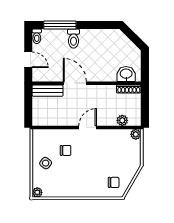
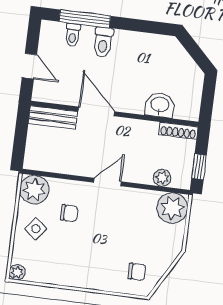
toilet: (37, 36) -> (73, 35), moved
washbasin: (126, 74) -> (160, 105), moved
window: (145, 110) -> (199, 167), added
plant: (136, 134) -> (172, 208), width x1.87, depth x1.87
plant: (41, 138) -> (34, 190), added

